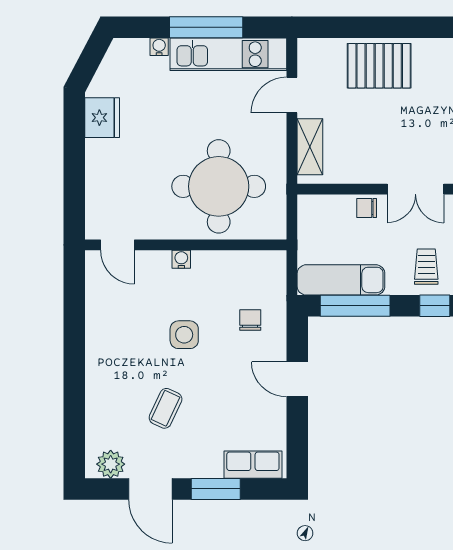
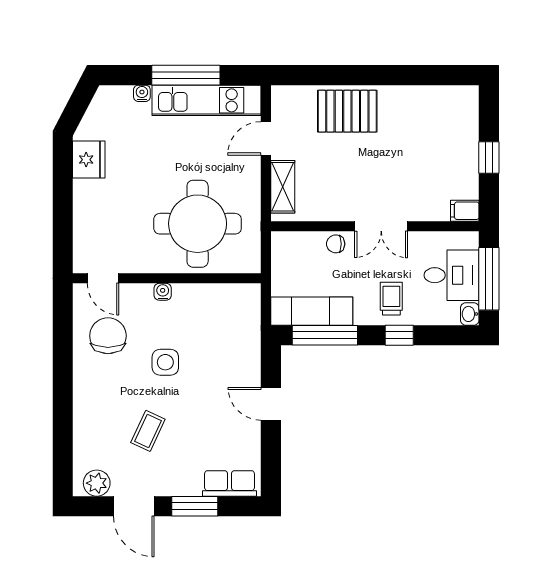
chair: (250, 320) -> (108, 336), moved, width x1.87, depth x1.87

